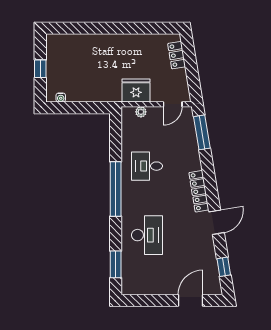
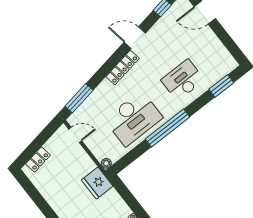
fridge: (136, 90) -> (97, 183), moved
plant: (141, 112) -> (106, 163), moved
desk: (147, 166) -> (134, 119), width x1.87, depth x1.30

